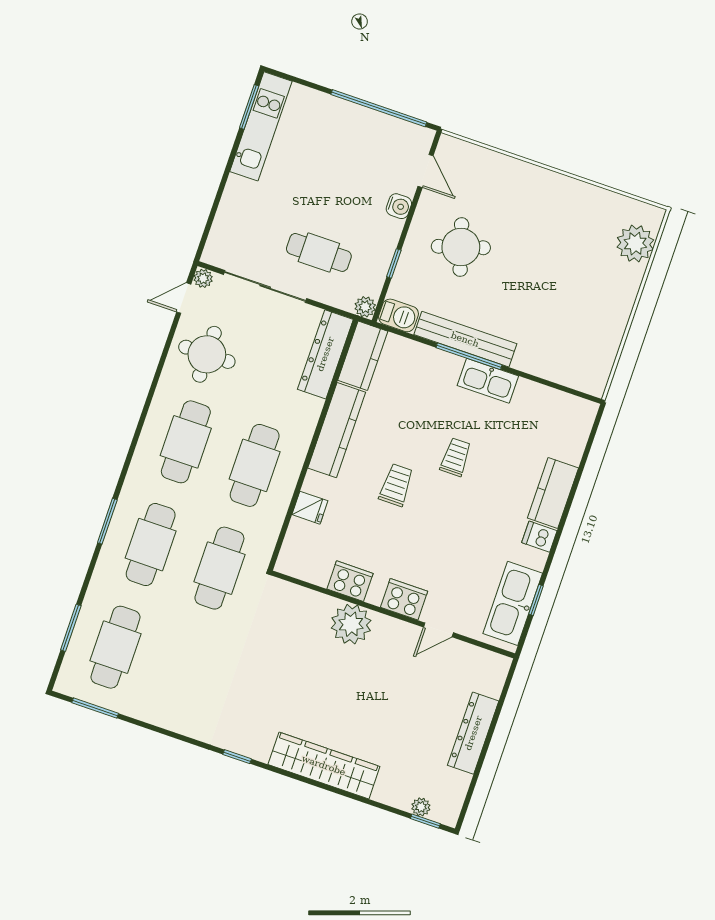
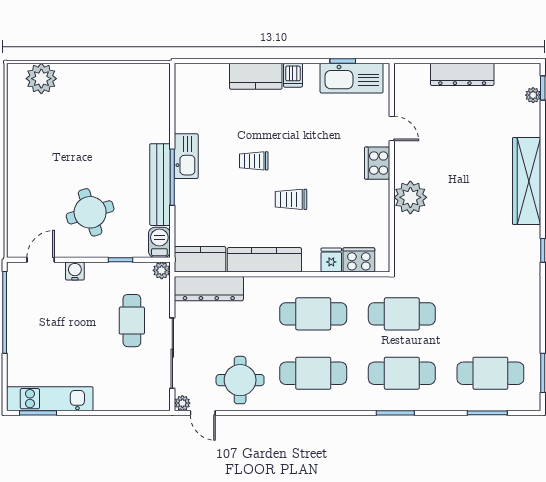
cooker: (350, 581) -> (359, 260), moved, turned 90

